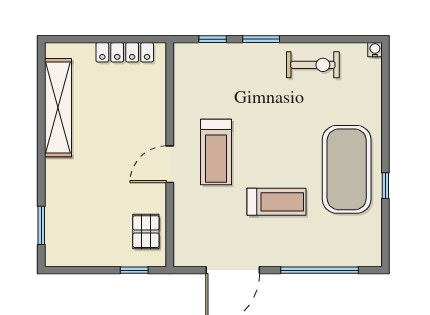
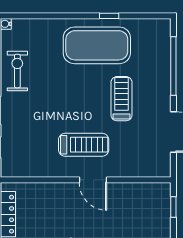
pallet: (146, 232) -> (144, 198), removed

